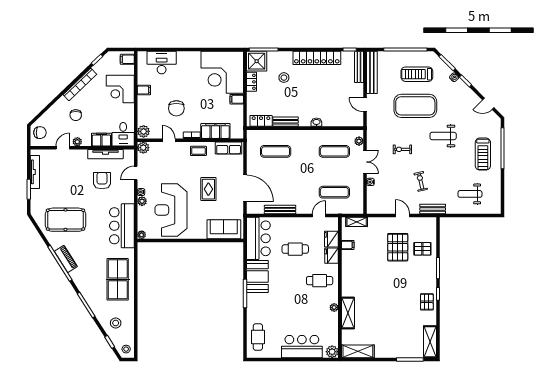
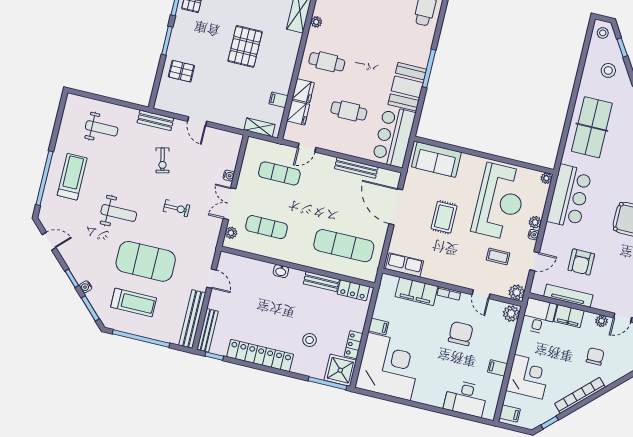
coffee table: (198, 151) -> (498, 256), moved
exercise mat: (276, 151) -> (344, 246), width x1.36, depth x1.45
pallet: (398, 247) -> (245, 46), moved

